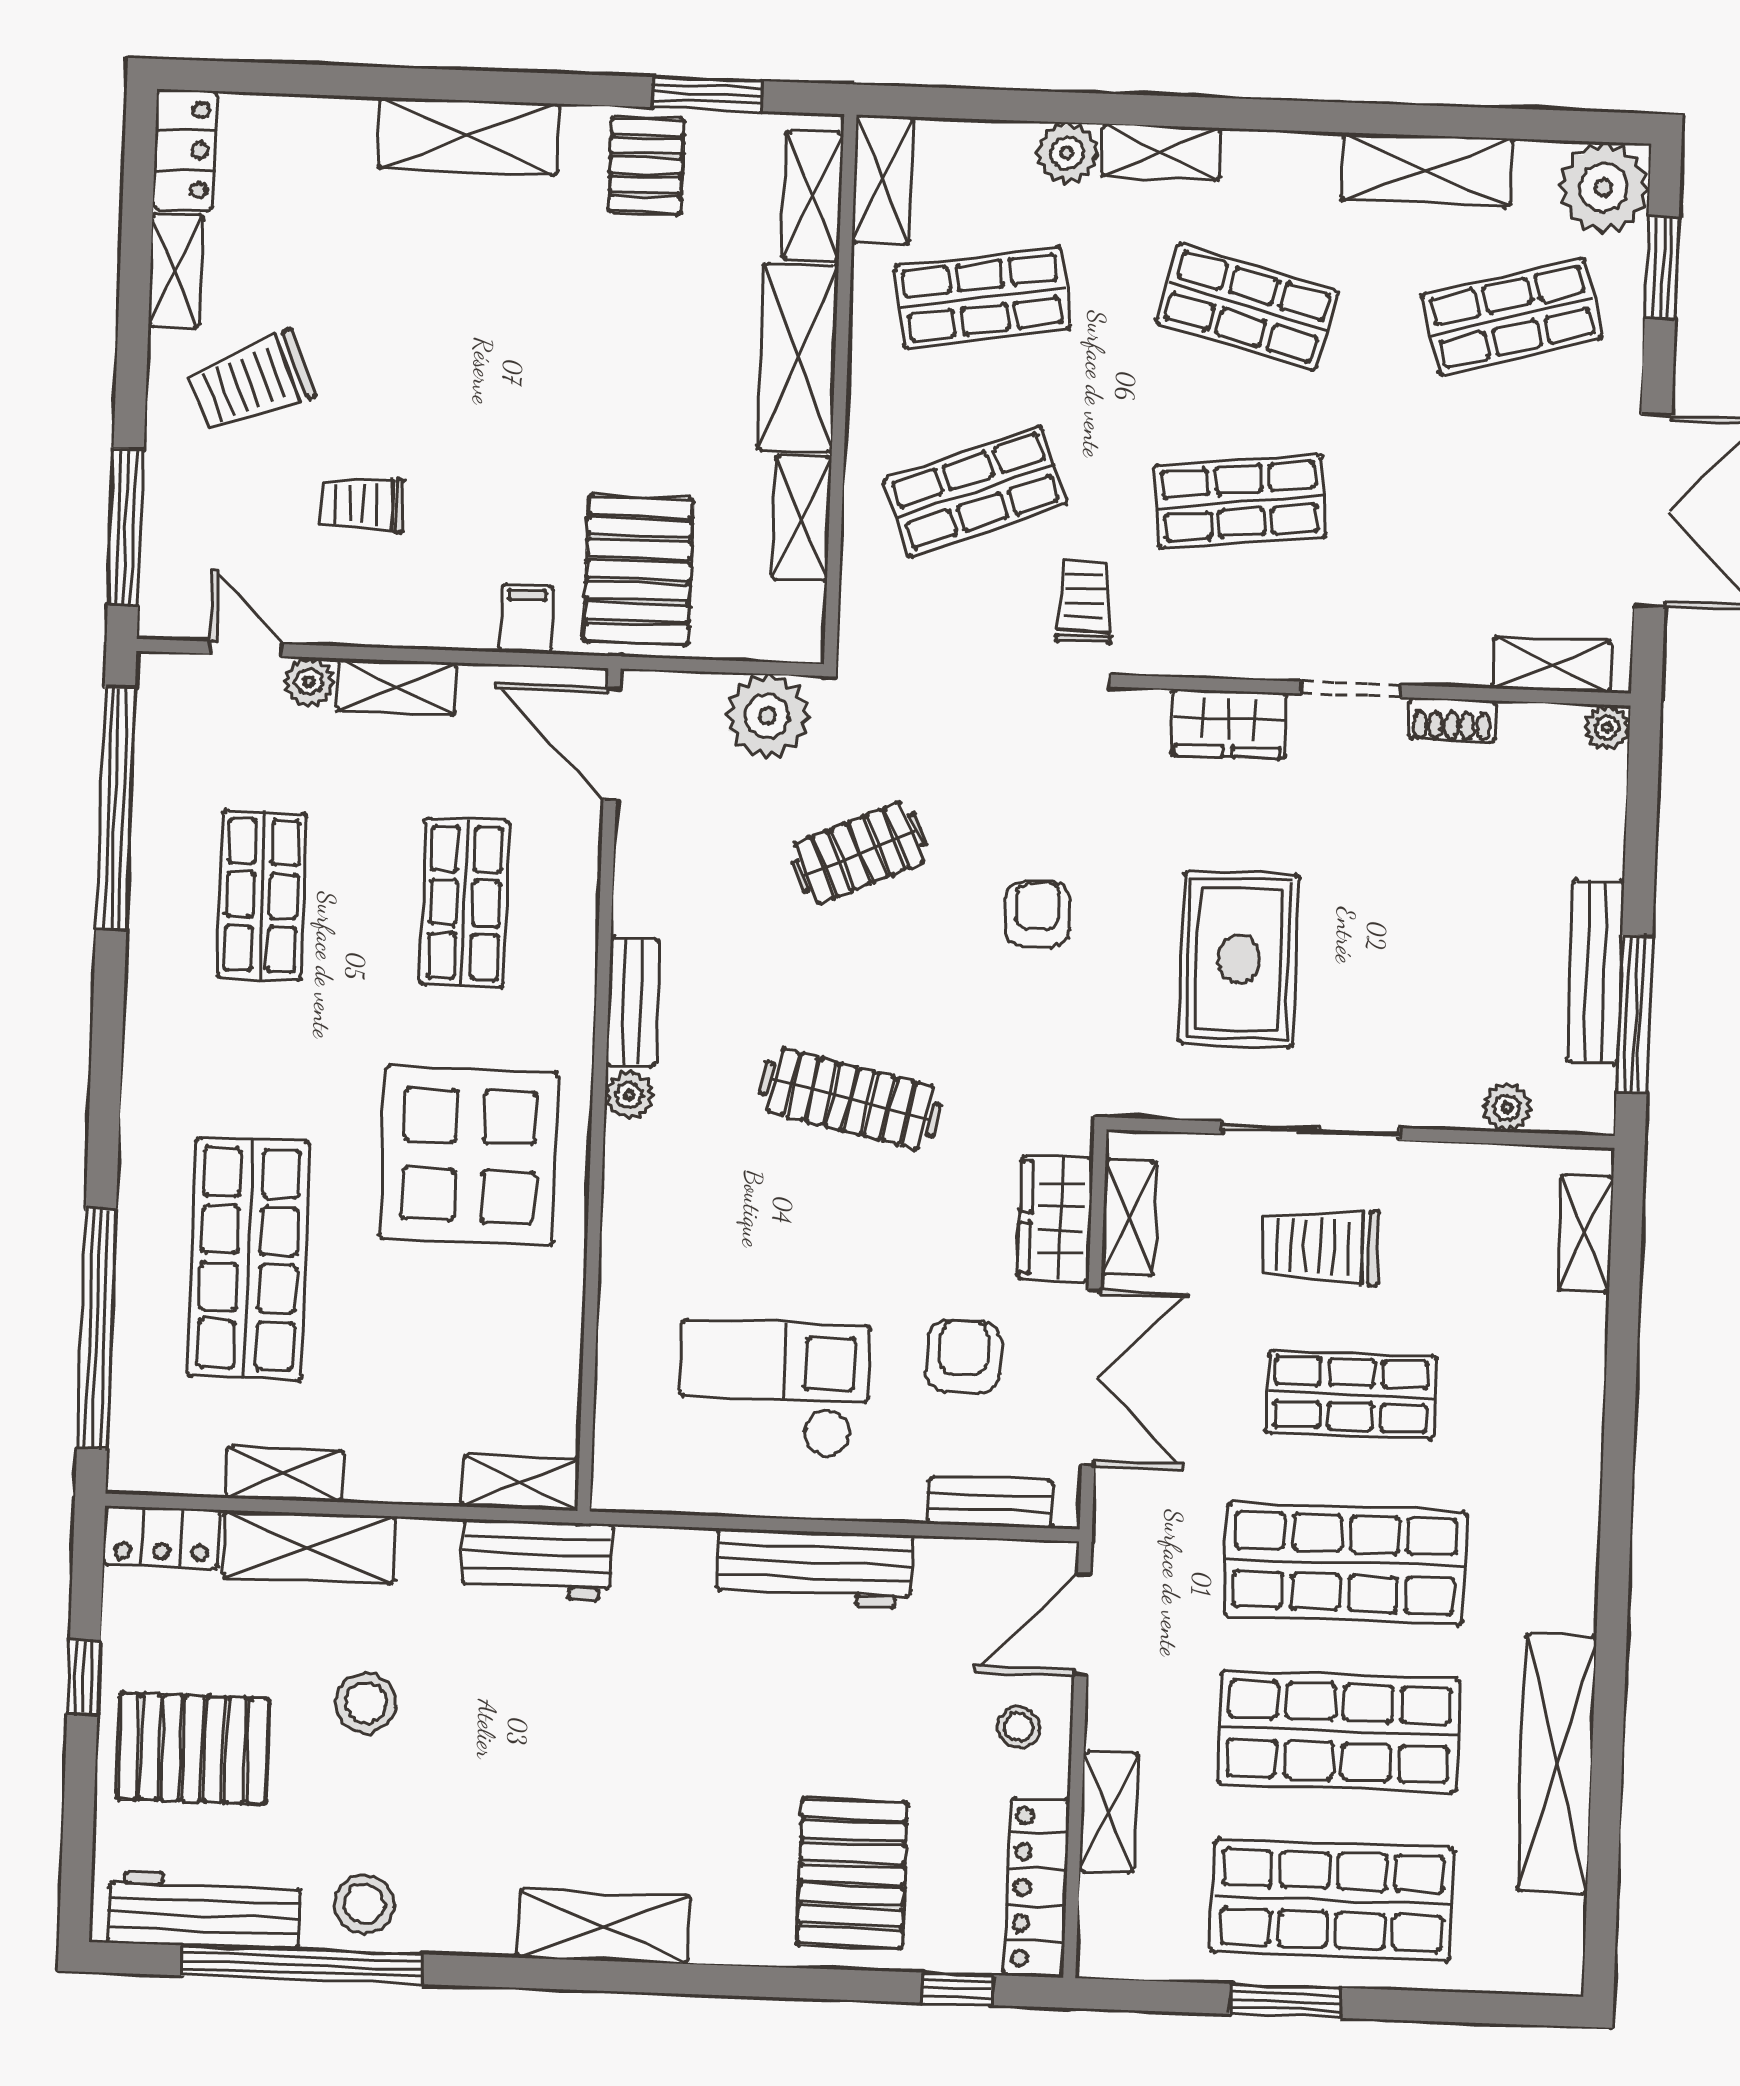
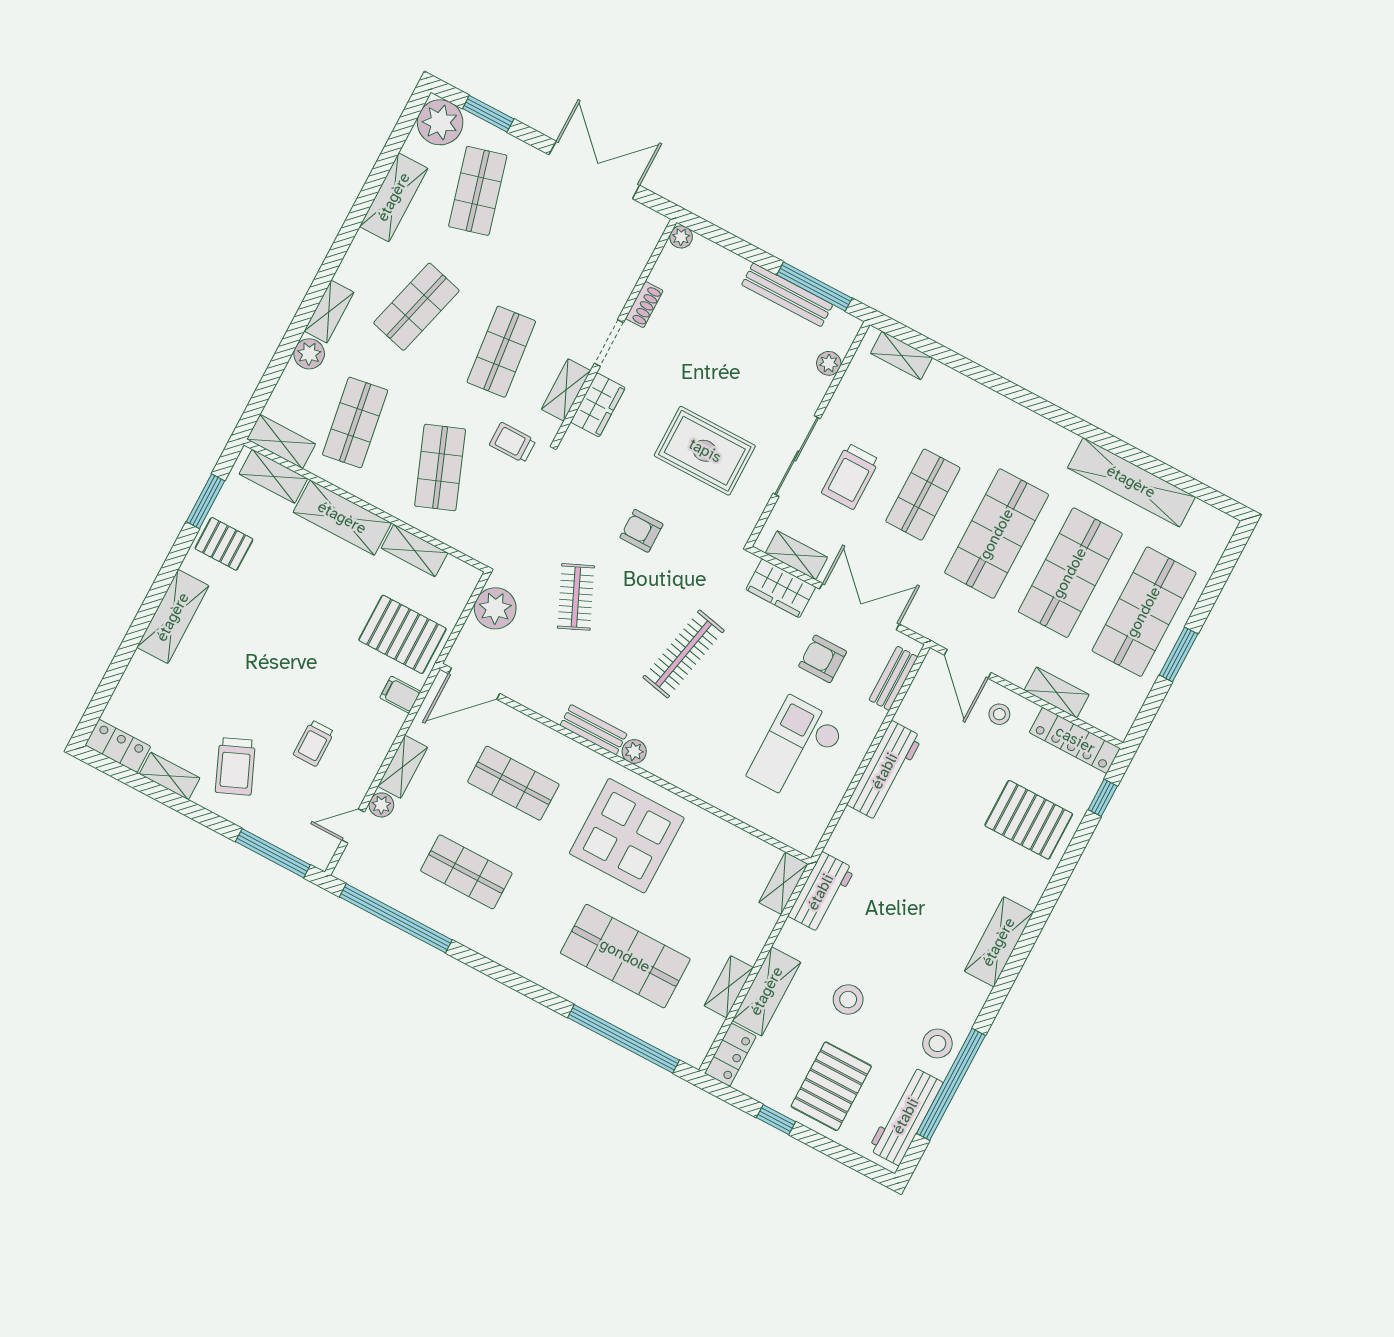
shelving: (1552, 665) -> (566, 390), moved

